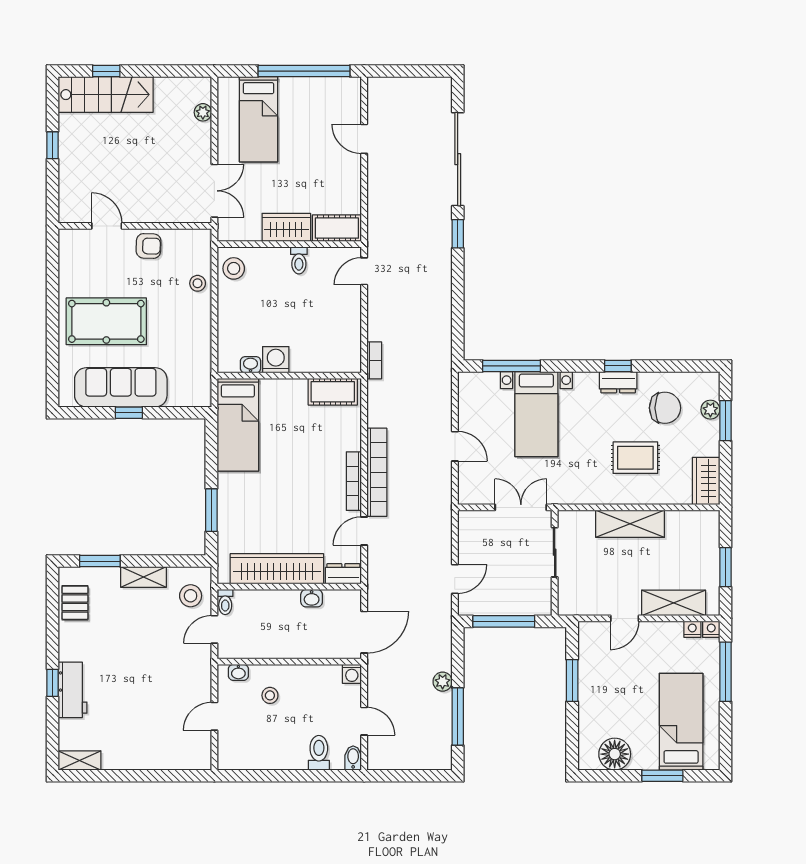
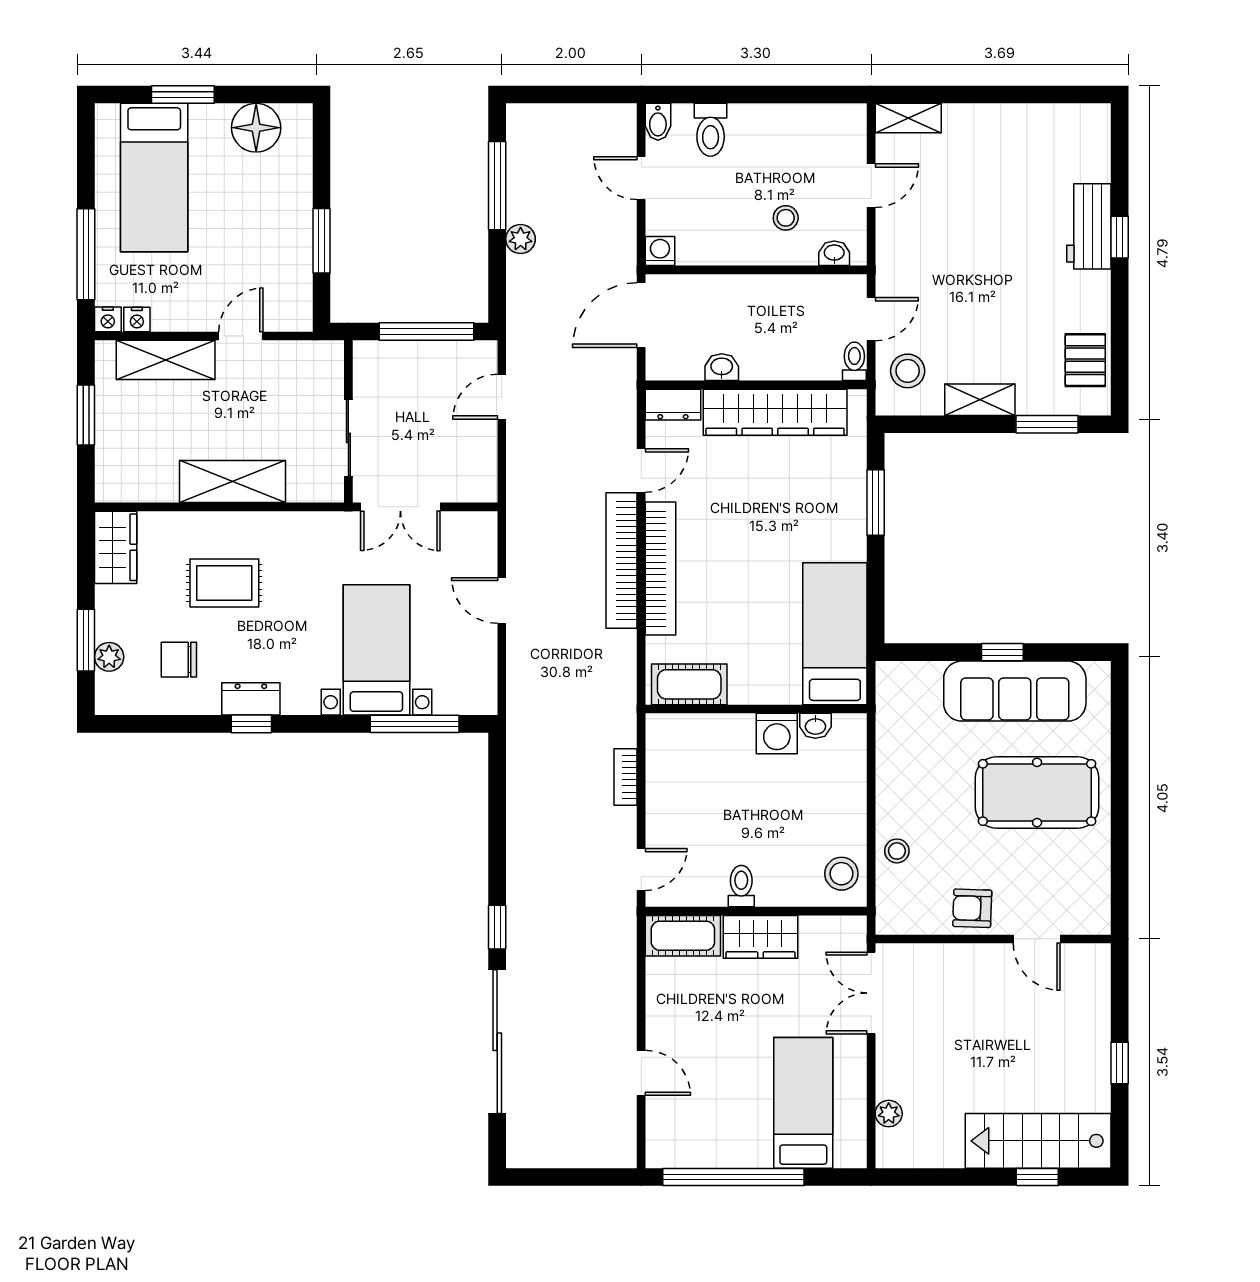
bookcase: (374, 360) -> (626, 777), moved
chair: (665, 408) -> (179, 660), width x0.73, depth x0.73
bookcase: (354, 481) -> (660, 569), width x1.48, depth x1.31
shelving: (80, 760) -> (908, 118), moved

